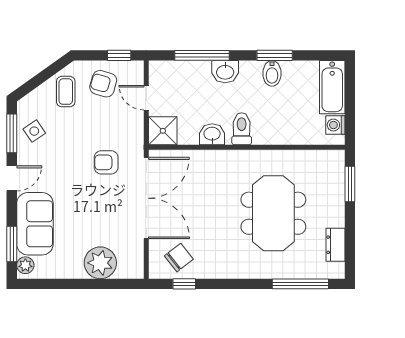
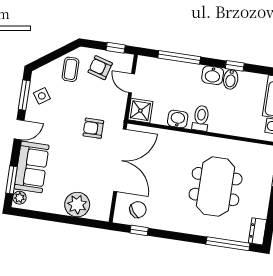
window: (275, 55) -> (235, 66), width x0.67
washbasin: (225, 72) -> (213, 75), moved
dresser: (335, 245) -> (257, 231), moved

